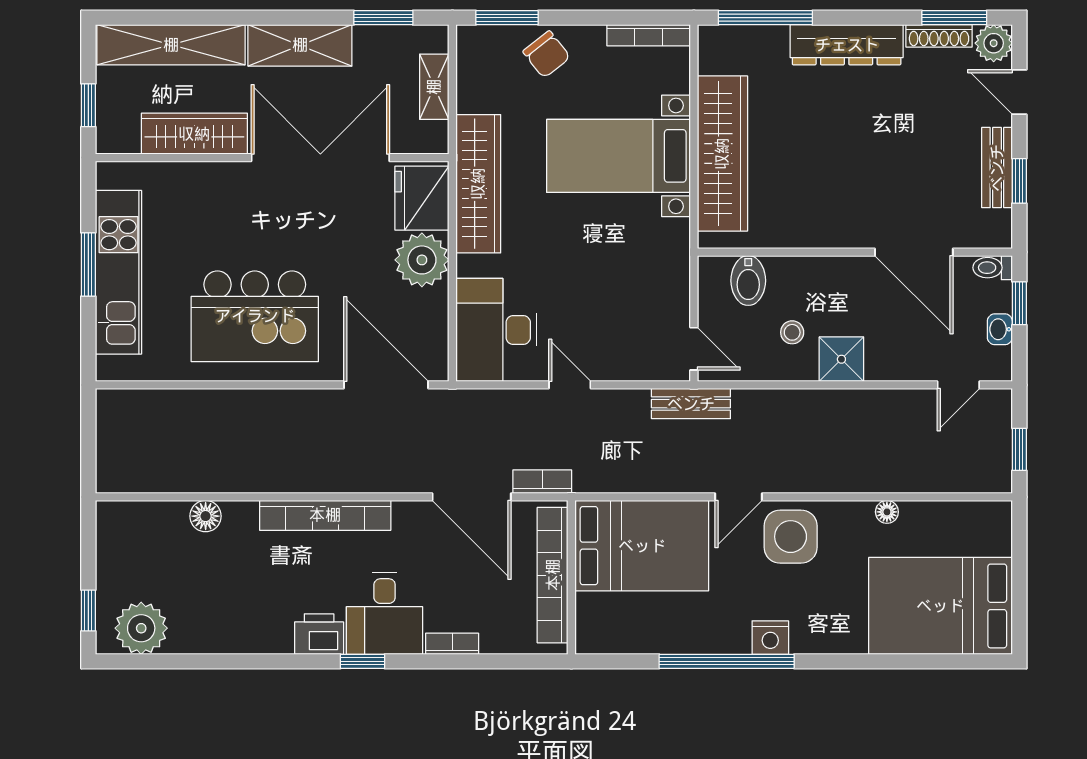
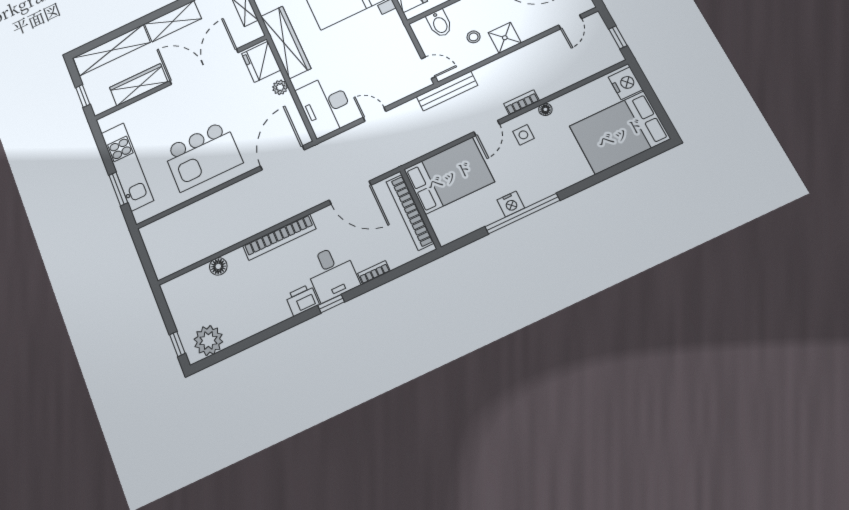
plant: (422, 260) -> (280, 87), width x0.53, depth x0.53
window: (88, 264) -> (118, 189), moved
door: (386, 385) -> (282, 158), hinge flipped
bench: (691, 404) -> (447, 91), width x1.36
bookcase: (542, 482) -> (522, 102), moved
floor lamp: (887, 512) -> (545, 109), moved
nightstand: (991, 531) -> (626, 83), added
side table: (791, 537) -> (523, 135), width x0.54, depth x0.54
nightstand: (770, 638) -> (511, 204), moved

